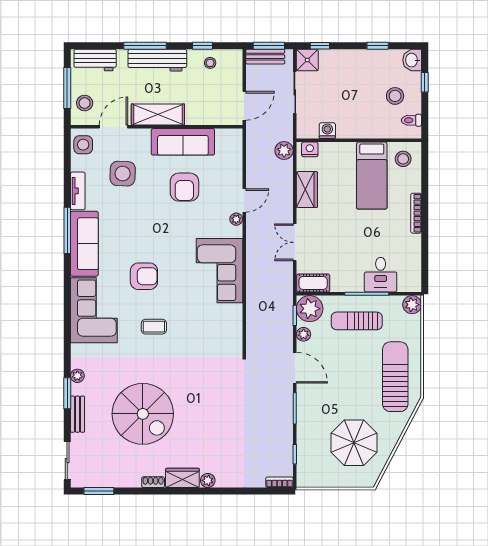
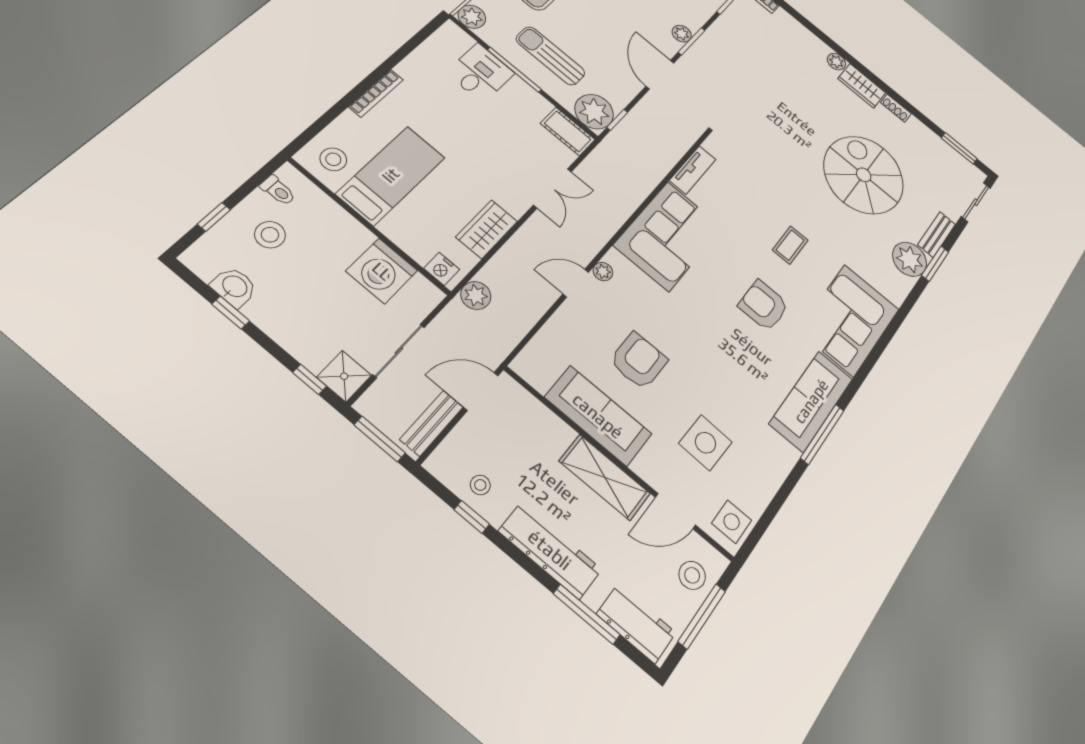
window: (145, 46) -> (587, 614), moved
bench: (265, 57) -> (432, 423), moved, turned 90
washbasin: (412, 60) -> (234, 287), moved, turned -90
washing machine: (327, 131) -> (382, 271), width x1.89, depth x1.89
tv unit: (78, 191) -> (693, 170), moved, turned 180
sun lounger: (357, 321) -> (550, 56), turned 180
coffee table: (154, 327) -> (790, 245), turned 90
plant: (304, 334) -> (682, 34), moved
plant: (77, 376) -> (910, 259), width x1.88, depth x1.88

